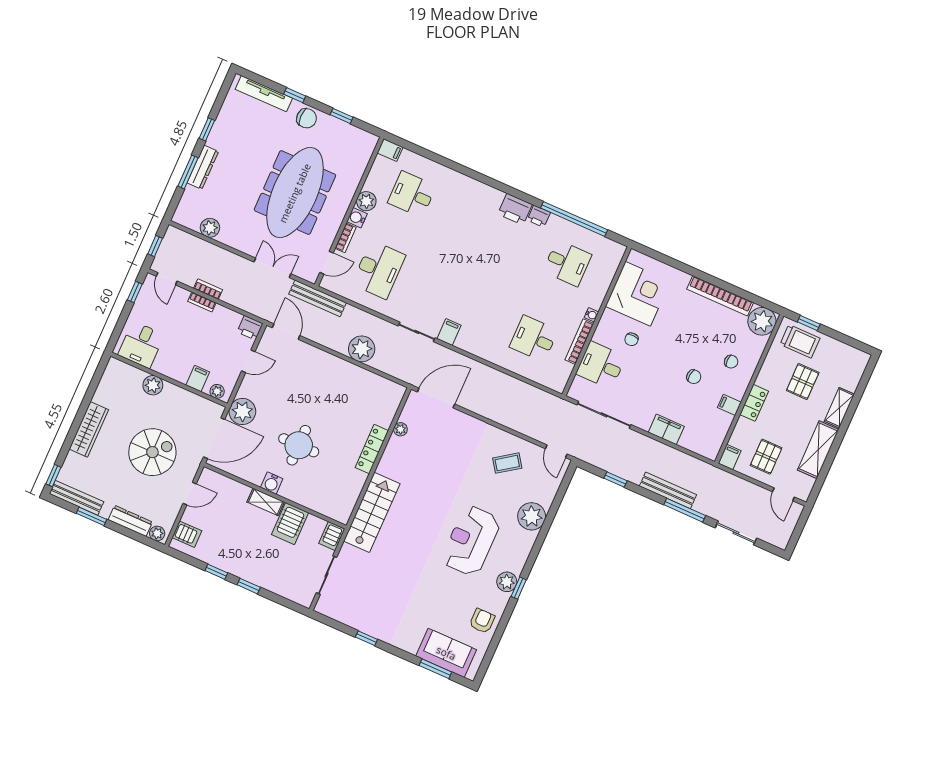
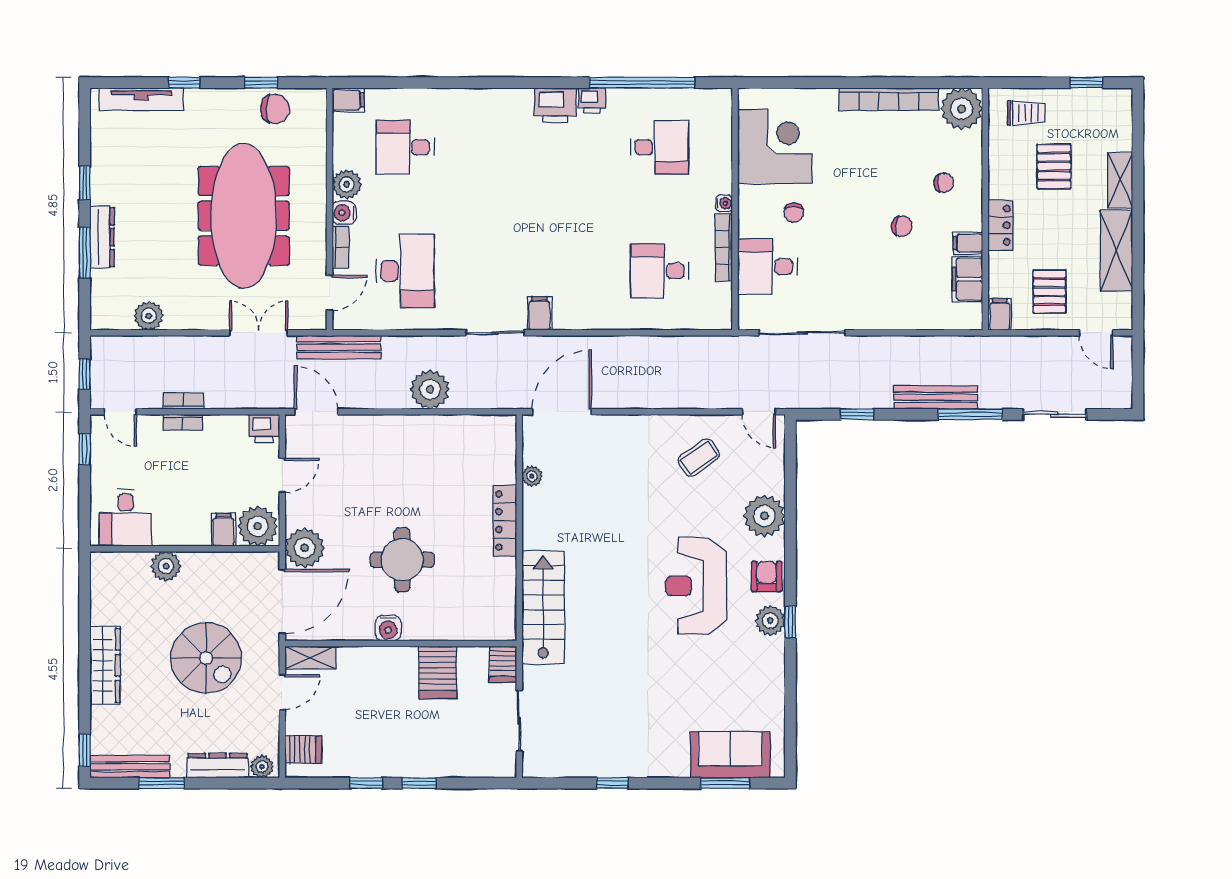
chair: (307, 118) -> (275, 109), moved
window: (809, 323) -> (1086, 83), moved
trolley: (800, 341) -> (1026, 113), width x0.73, depth x0.72
plant: (217, 391) -> (258, 526), width x1.88, depth x1.88
filing cabinet: (666, 429) -> (967, 279), moved, turned -90
spiral stairs: (152, 452) -> (206, 658), turned 90
shelving: (266, 502) -> (310, 658), moved
armchair: (482, 621) -> (767, 577), moved

